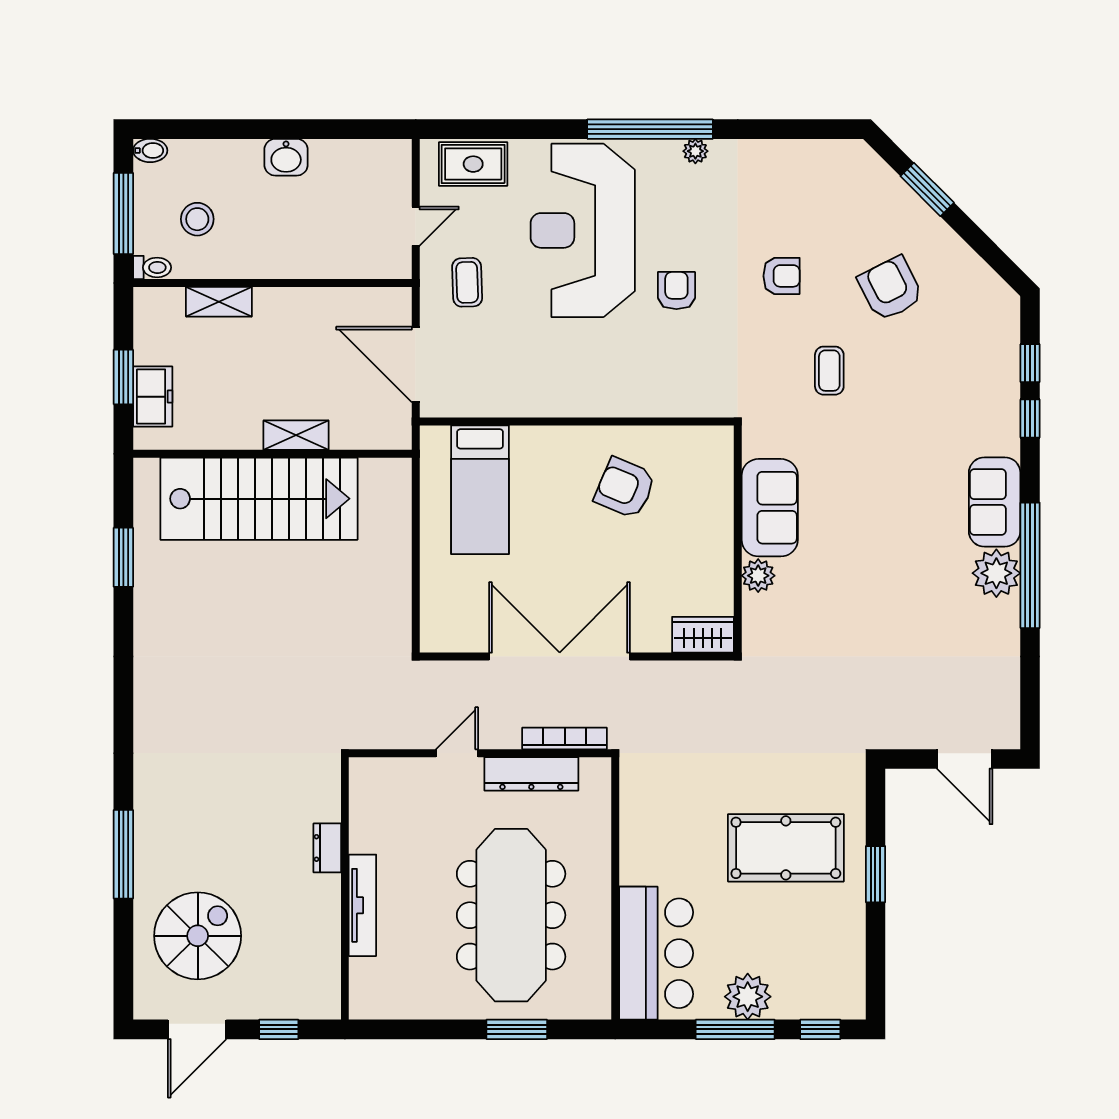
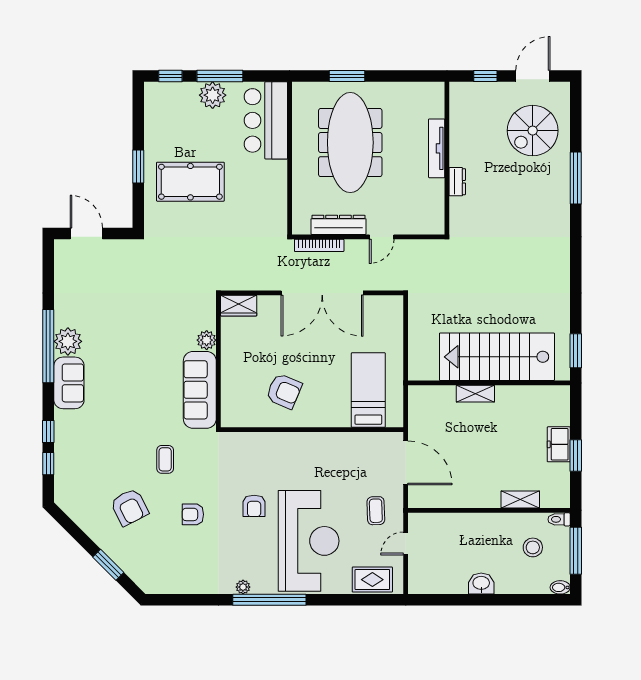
shelving: (296, 435) -> (475, 394), moved
wall: (272, 454) -> (489, 383), moved
stairs: (259, 499) -> (497, 357), moved
sofa: (770, 508) -> (200, 390), width x1.36

